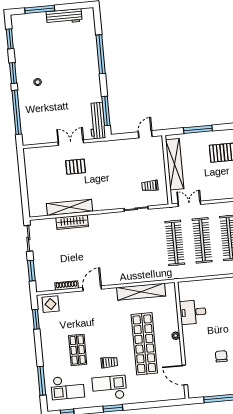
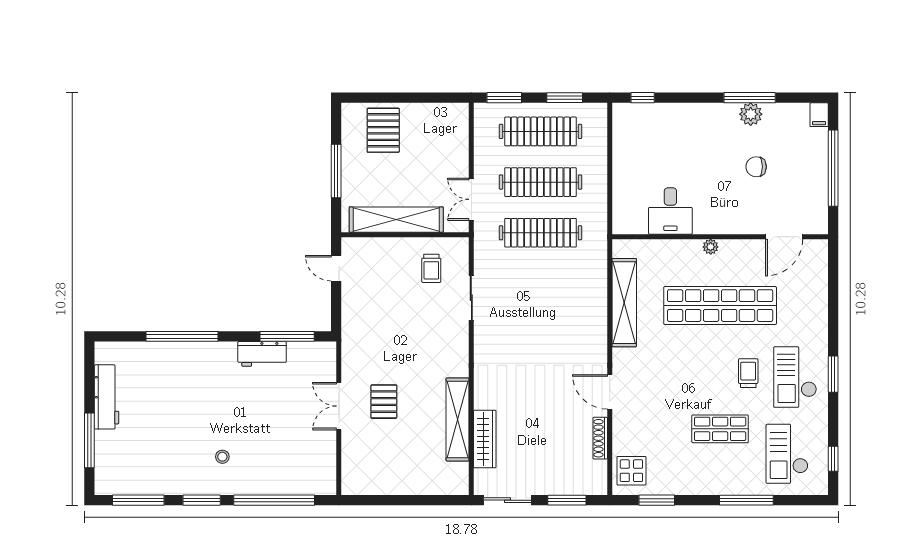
window: (10, 39) -> (138, 500), width x1.44
workbench: (97, 121) -> (262, 354), moved, width x0.73
wardrobe: (72, 222) -> (485, 439), moved
window: (42, 381) -> (746, 500), moved
checkout: (67, 387) -> (787, 454), turned 180

